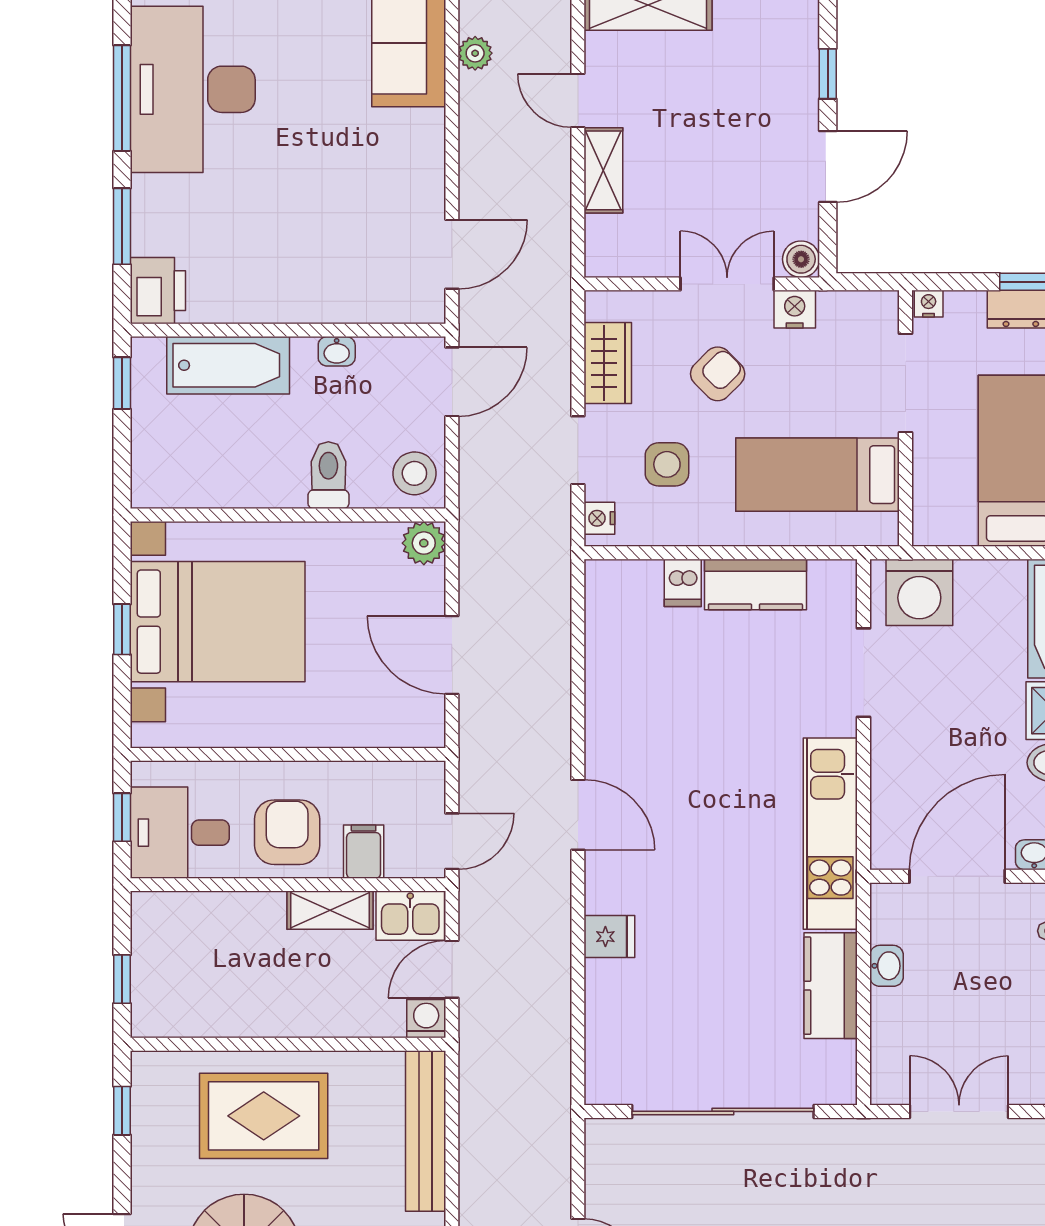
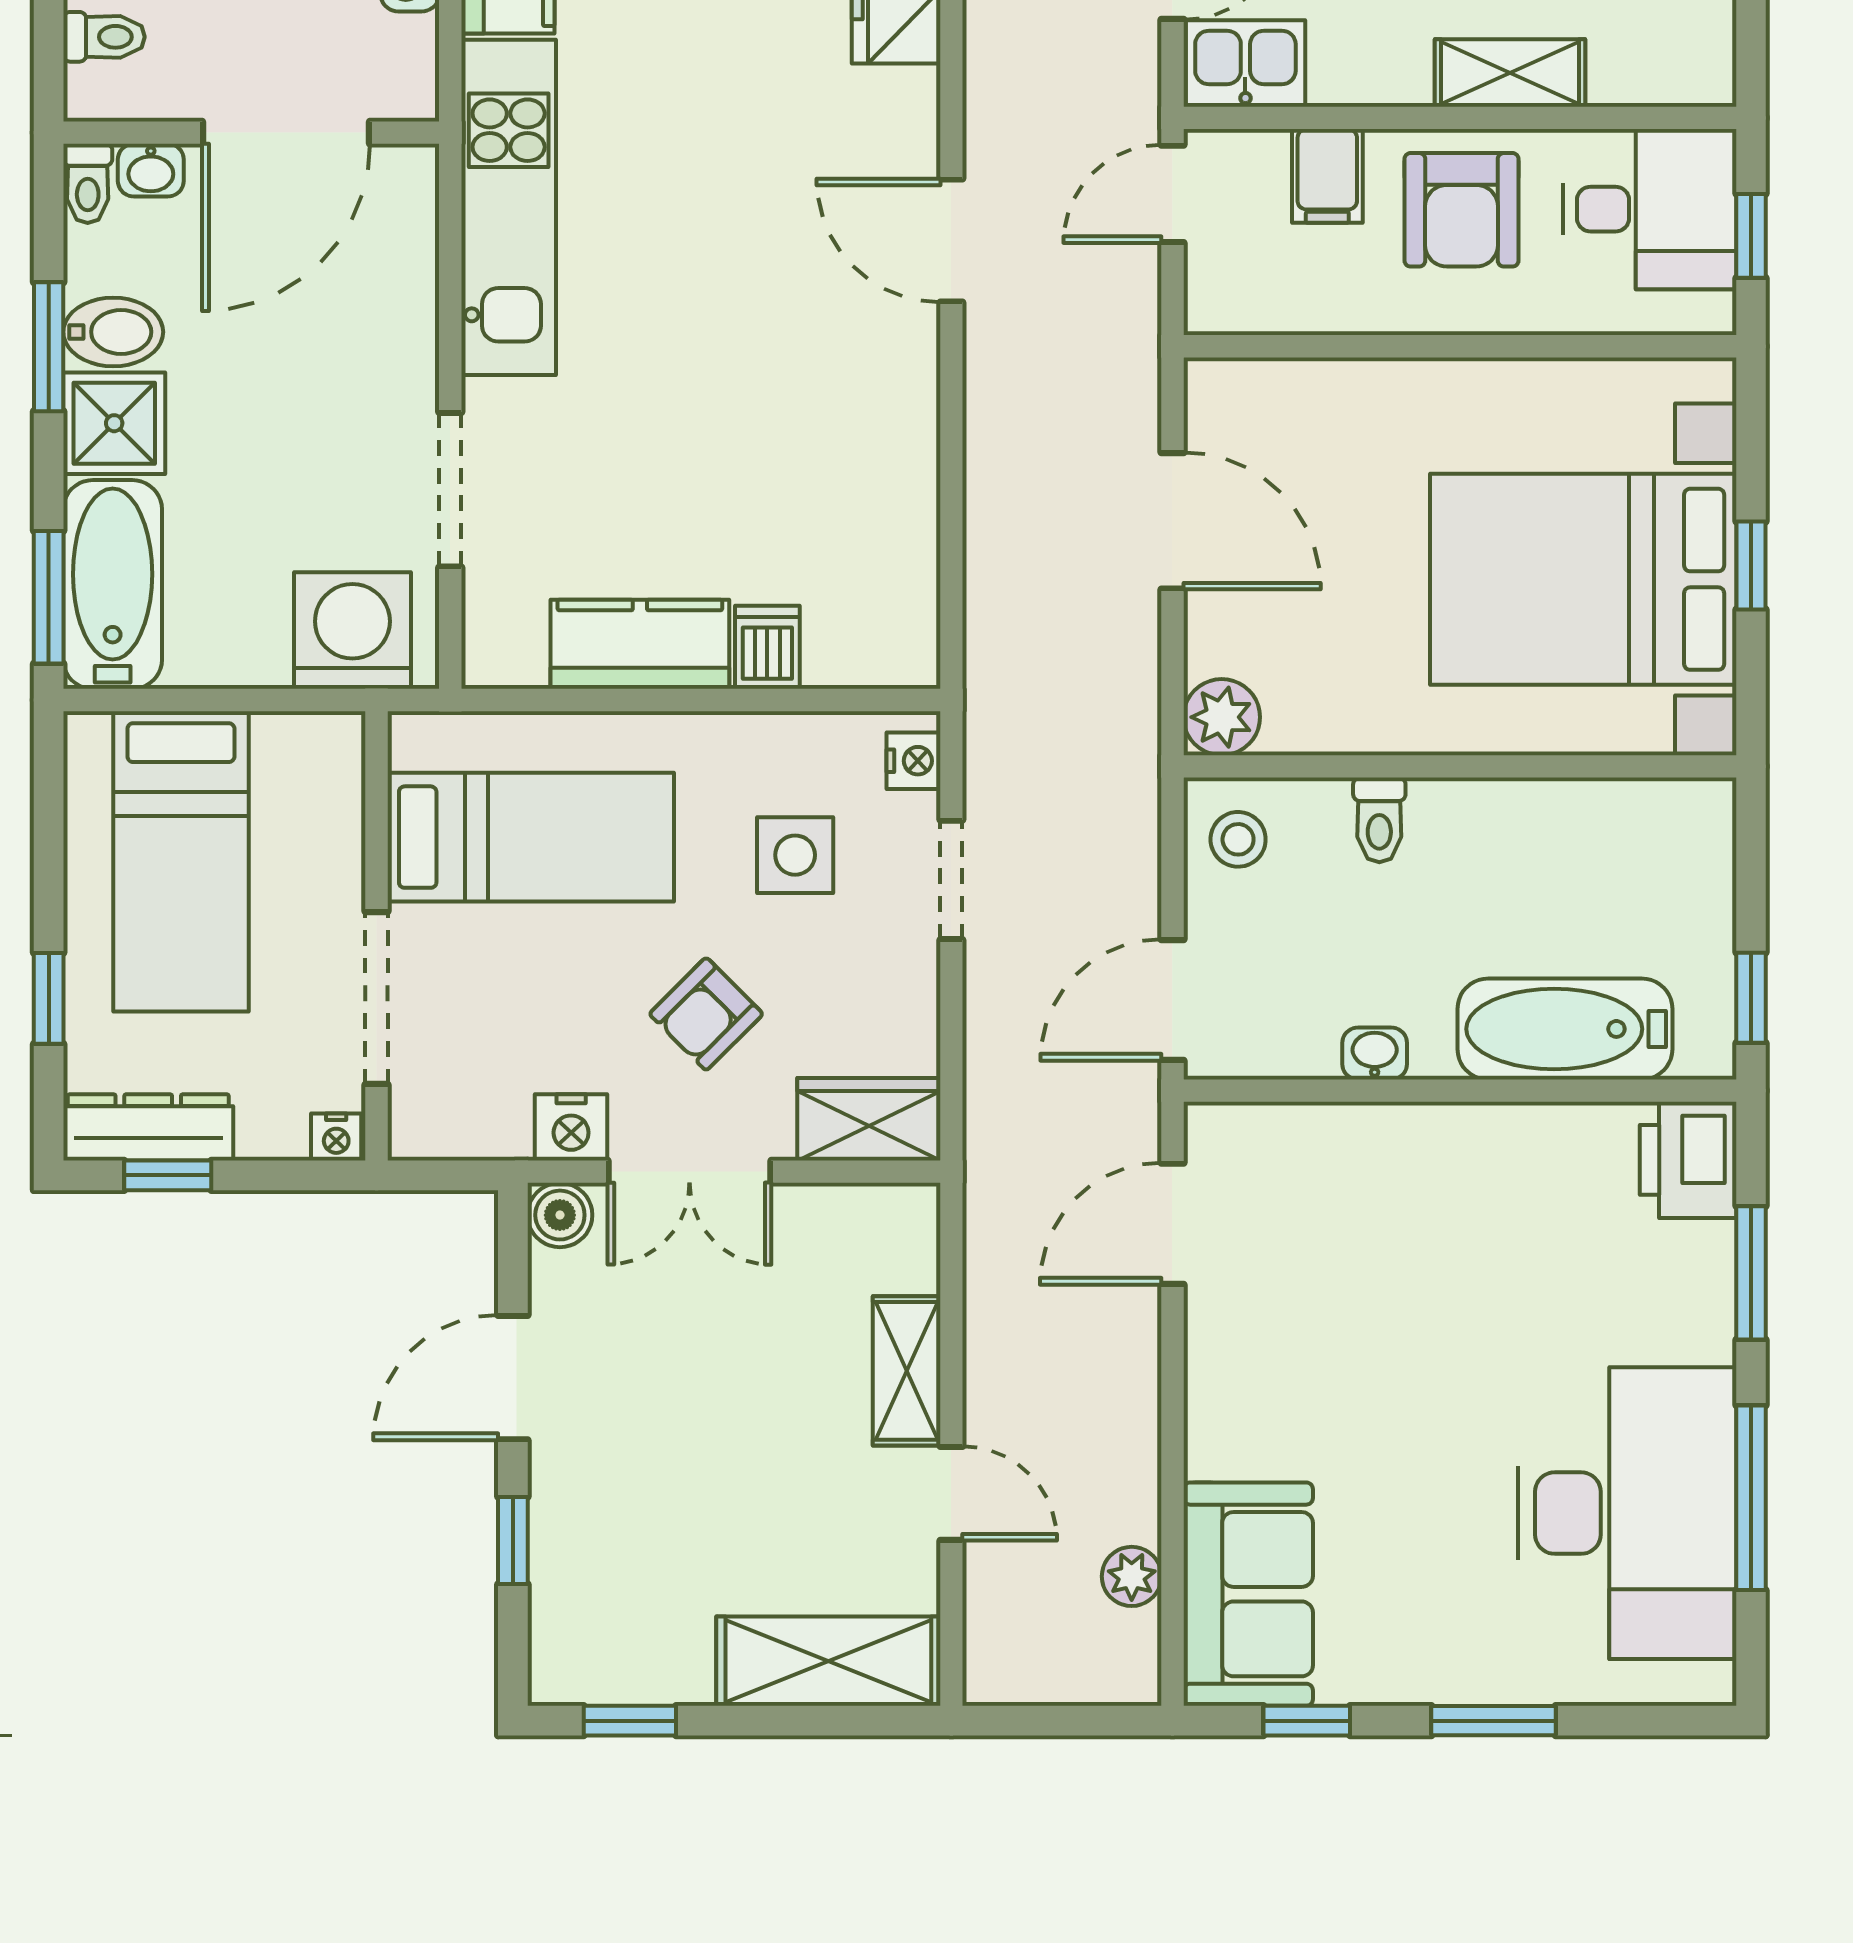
wardrobe: (608, 363) -> (869, 1119), moved, turned 90
stool: (414, 473) -> (1238, 839), width x0.73, depth x0.73
toilet: (328, 475) -> (1379, 820), width x0.73, depth x0.72
shelving: (330, 910) -> (1510, 73), moved

